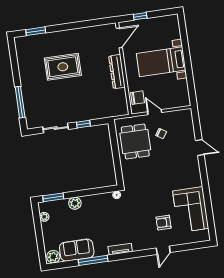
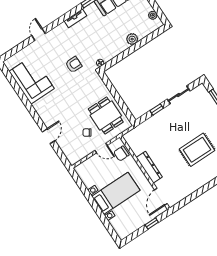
door: (200, 148) -> (49, 136), swing flipped
window: (53, 197) -> (153, 35), removed
armchair: (164, 223) -> (74, 65), moved

